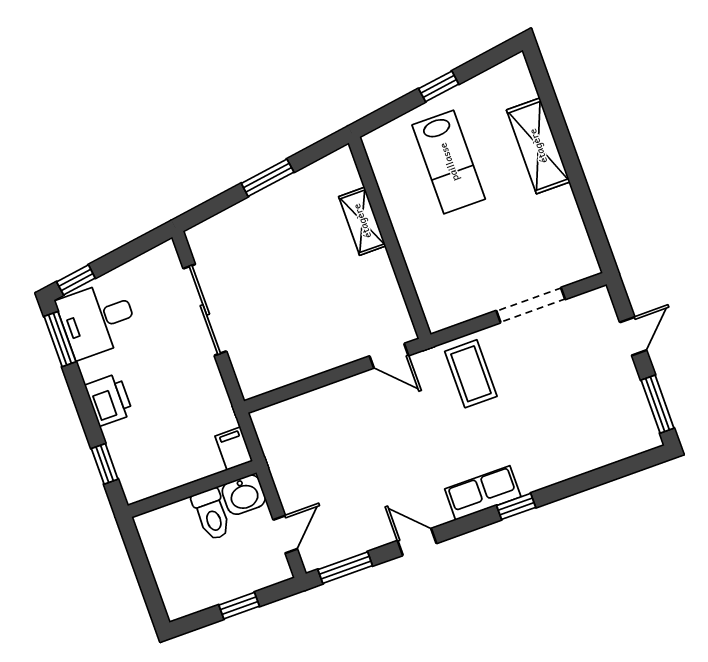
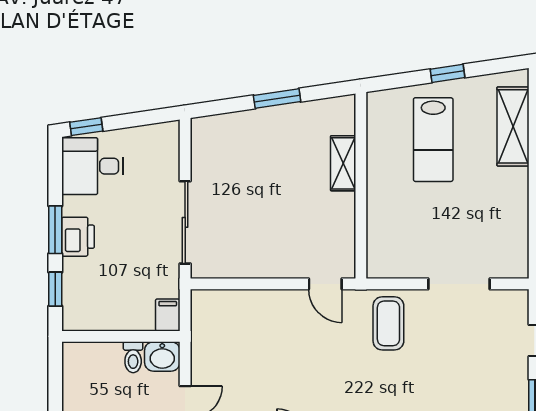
shelving: (538, 146) -> (513, 126), moved
sliding door: (205, 310) -> (185, 222), moved
window: (60, 339) -> (55, 230), moved
toilet: (212, 514) -> (133, 357), width x0.73, depth x0.72

